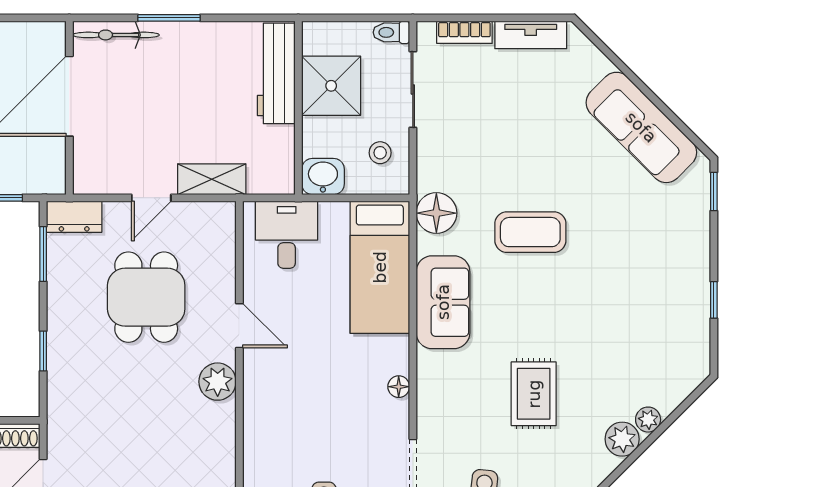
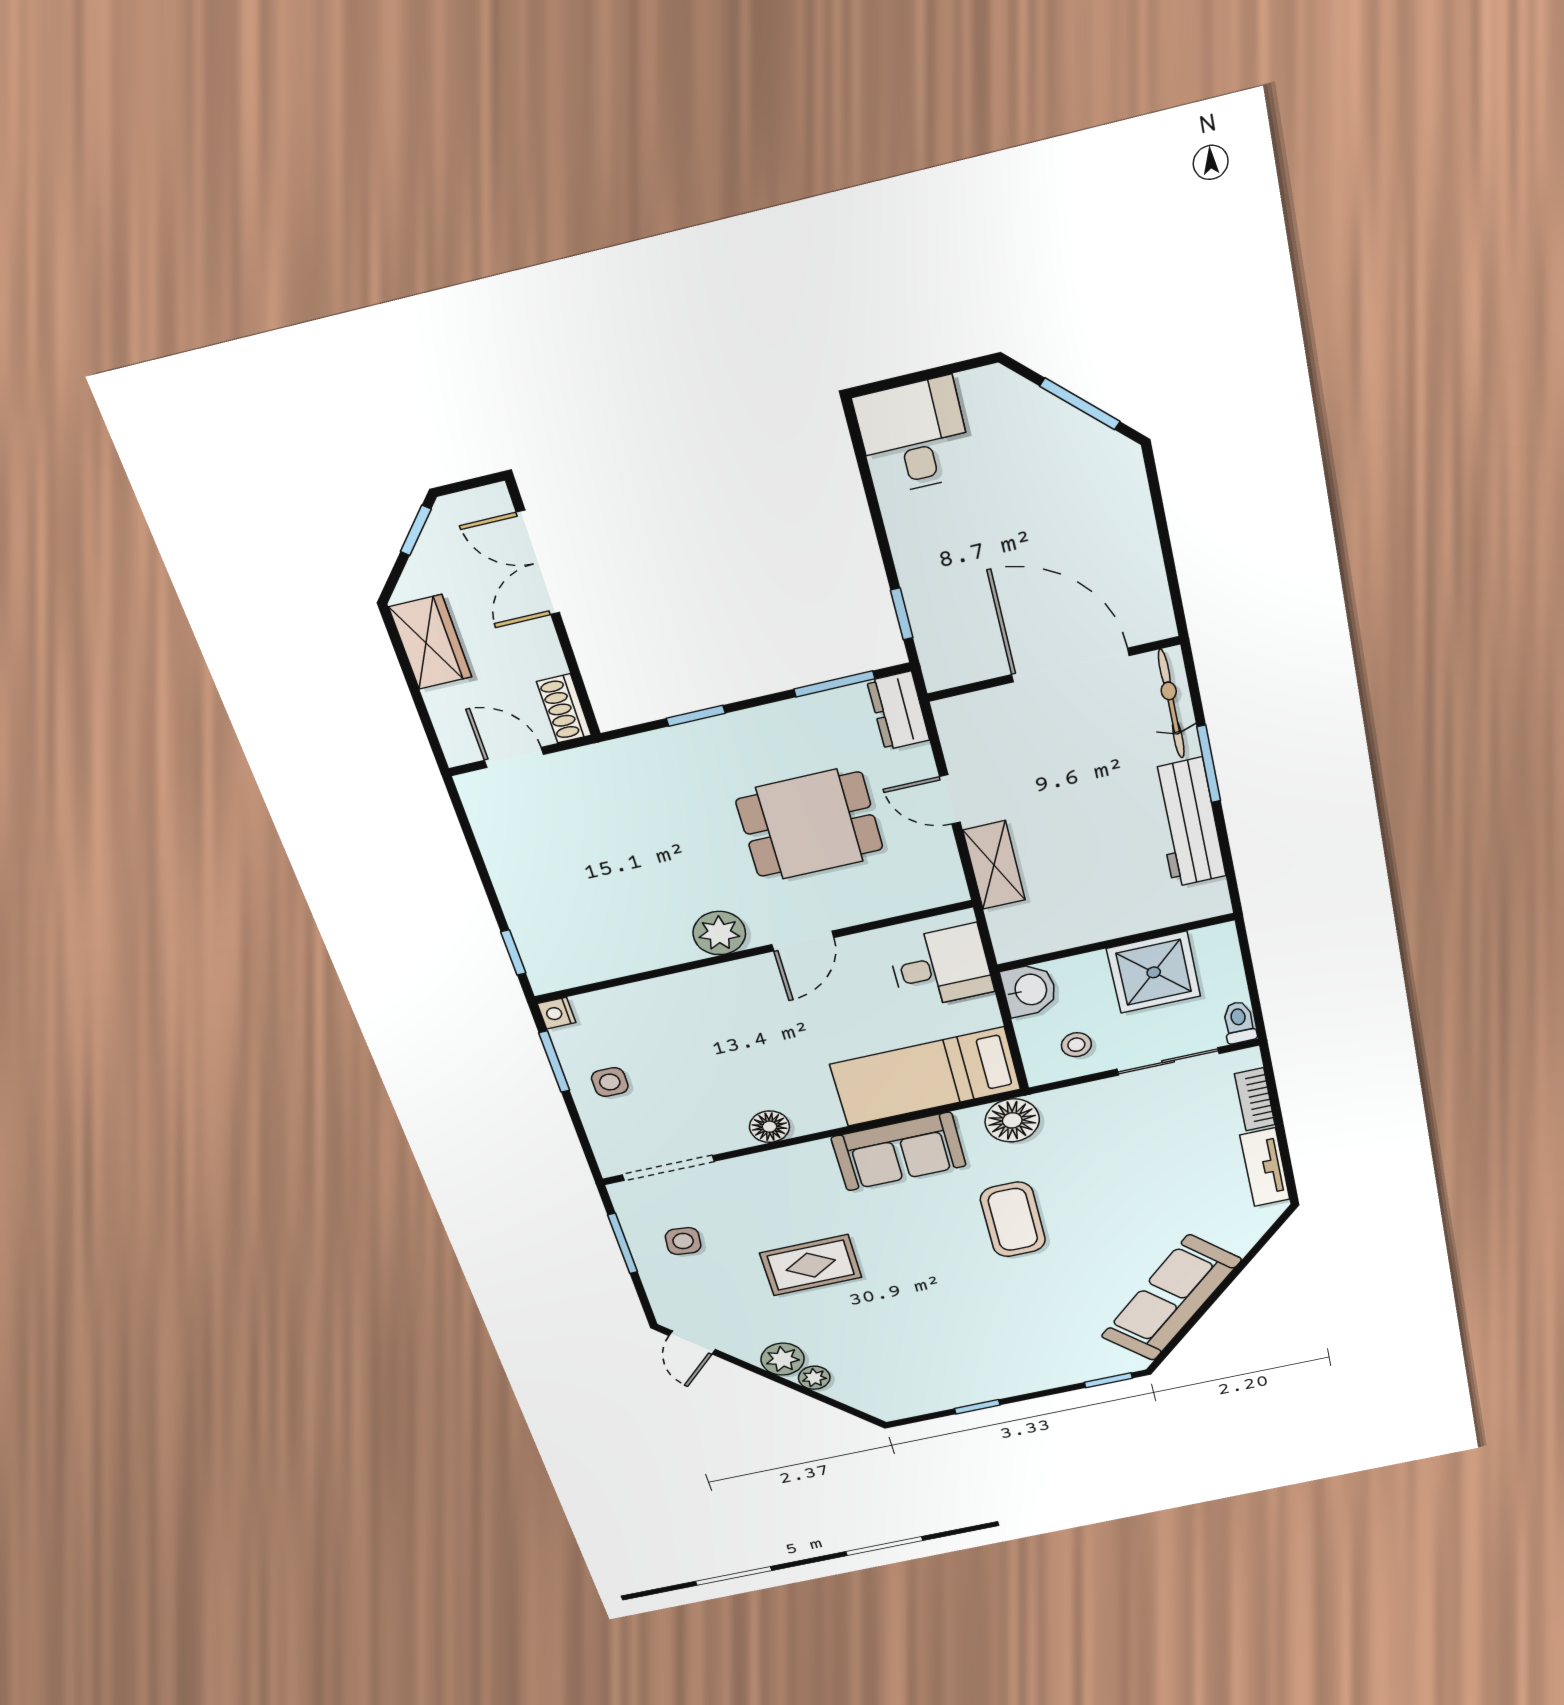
workbench: (276, 73) -> (1188, 823), moved, turned -90
floor lamp: (399, 387) -> (769, 1127), width x1.37, depth x1.37

